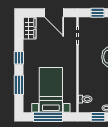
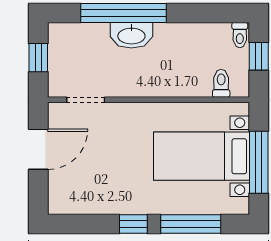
wardrobe: (30, 28) -> (71, 201), removed
window: (19, 85) -> (191, 224), width x1.44

